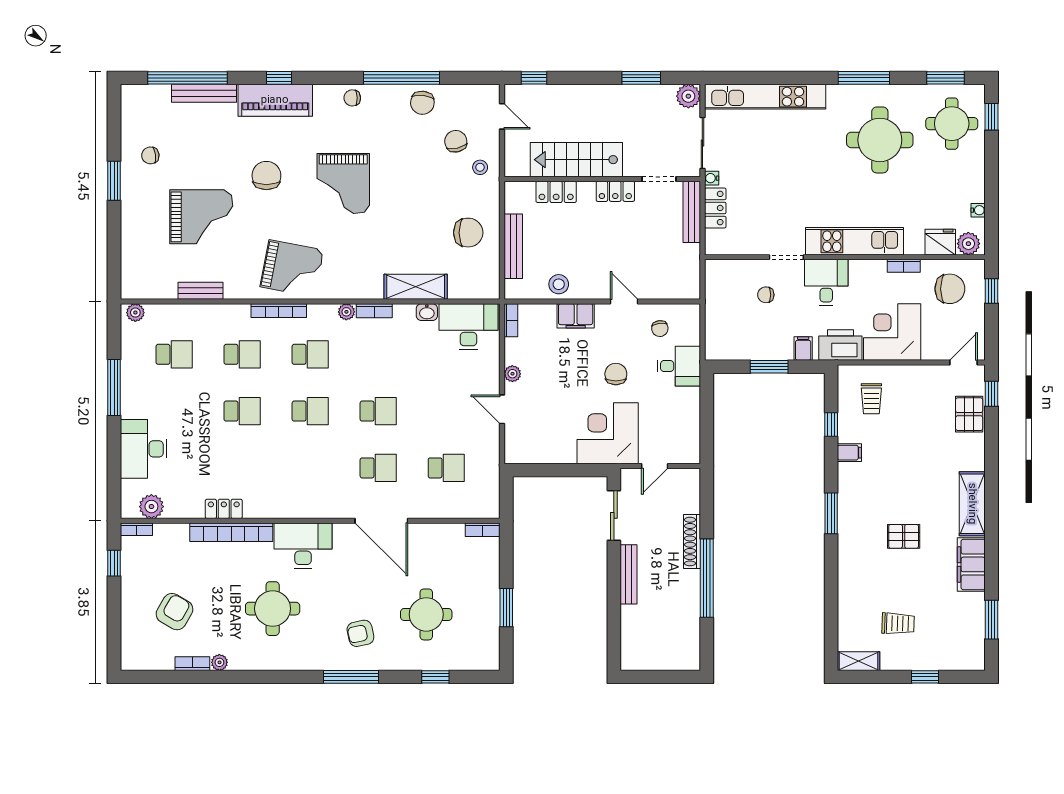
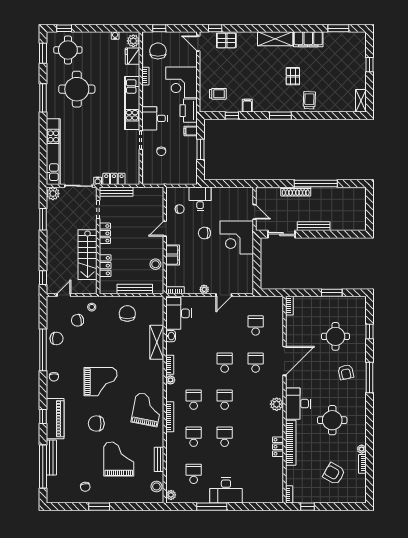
stool: (151, 286) -> (156, 486), added
desk: (144, 449) -> (226, 490), moved
plant: (151, 507) -> (277, 404), moved
trolley: (898, 623) -> (309, 100), moved

